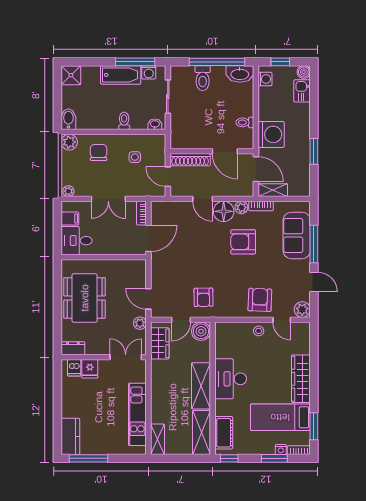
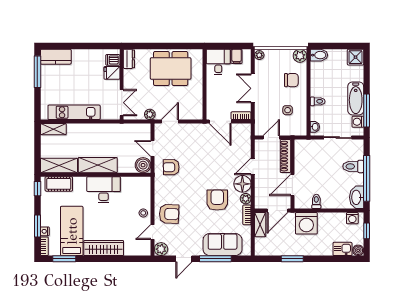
wardrobe: (160, 343) -> (133, 131), removed

